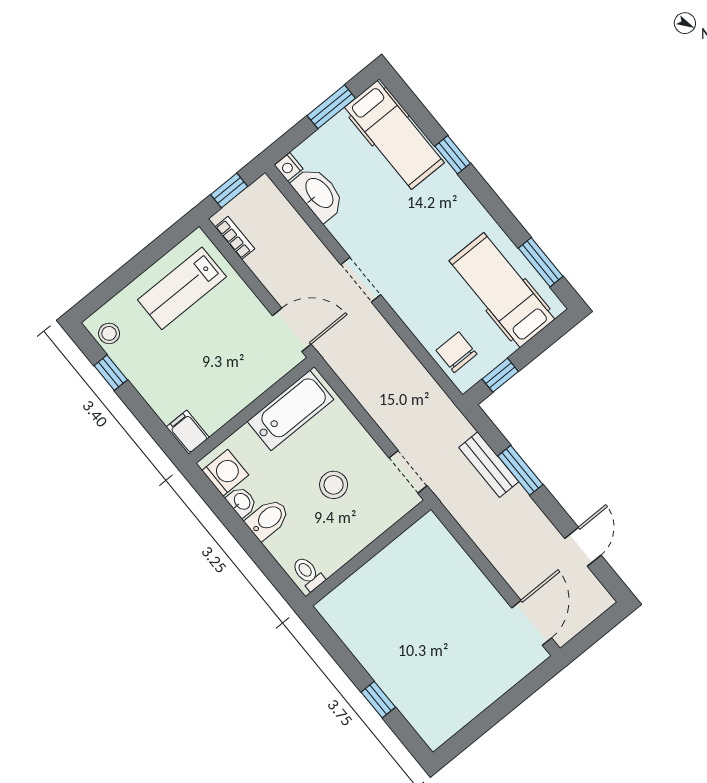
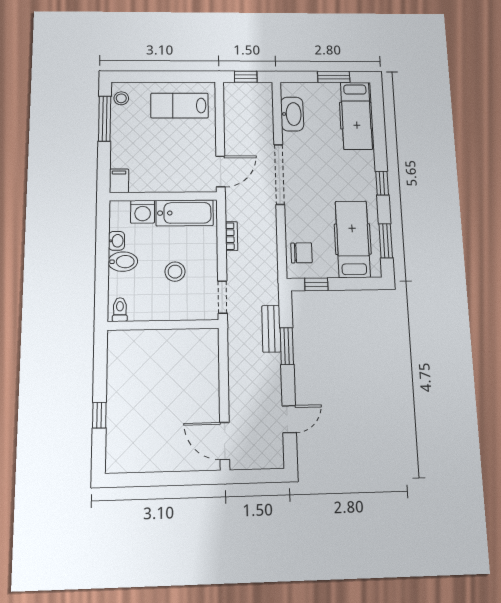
window: (453, 155) -> (382, 183), moved
nightstand: (289, 167) -> (287, 89), removed
bookcase: (235, 238) -> (232, 236), moved
doorway: (361, 280) -> (279, 174), width x1.88
door: (292, 330) -> (221, 171), hinge flipped
chair: (457, 352) -> (302, 253), turned 90
window: (111, 373) -> (105, 119), width x2.17
washing machine: (225, 473) -> (143, 212), moved, turned 90
door: (532, 623) -> (225, 441), swing flipped

